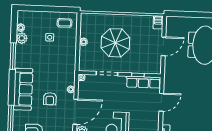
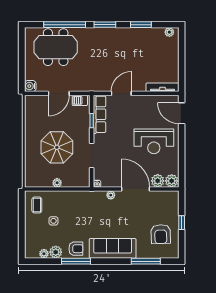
water cooler: (171, 21) -> (30, 86), added
barbecue: (158, 22) -> (80, 100), moved
door: (164, 46) -> (59, 93), swing flipped
armchair: (50, 99) -> (76, 249), moved
door: (161, 102) -> (121, 93), hinge flipped

